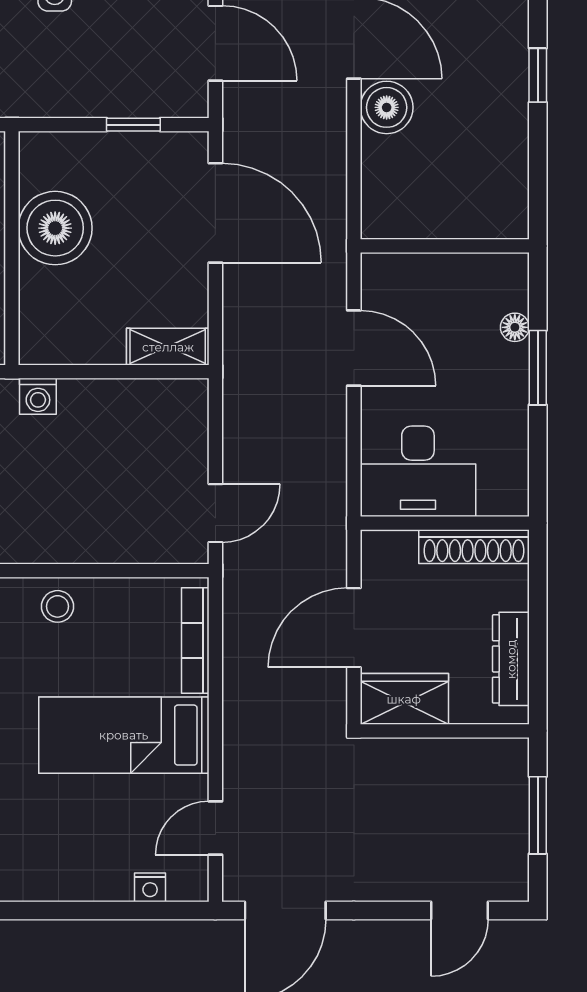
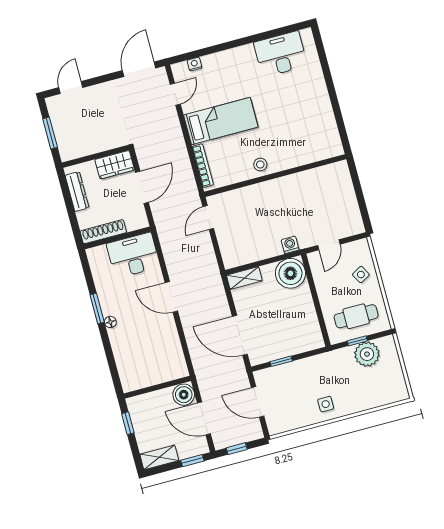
boiler: (55, 228) -> (290, 273), moved
wall: (445, 246) -> (157, 387), moved

